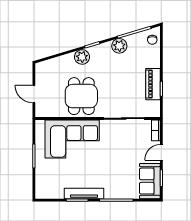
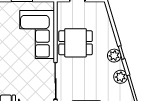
plant: (82, 57) -> (114, 56), moved

